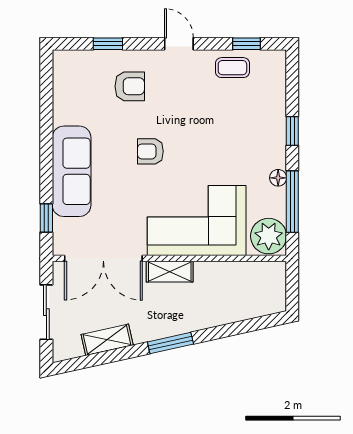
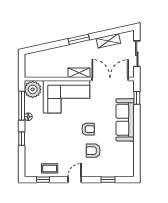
door: (179, 44) -> (75, 180), swing flipped
armchair: (130, 86) -> (93, 151), moved

